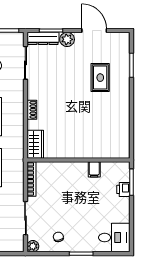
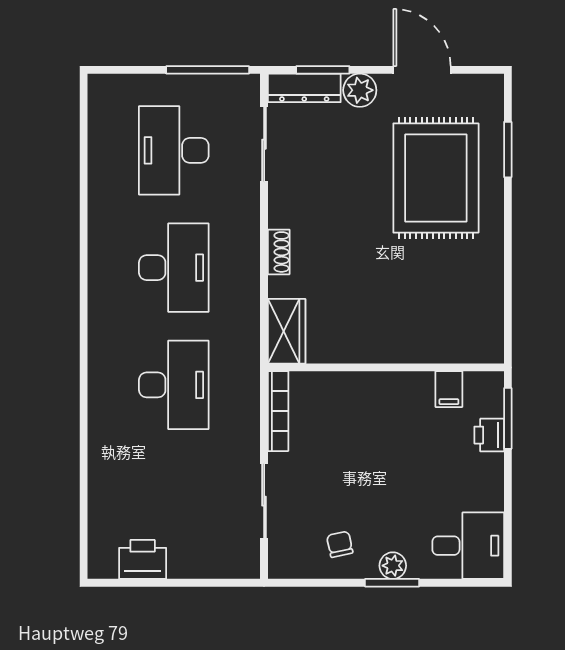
rug: (100, 78) -> (436, 178), width x1.86, depth x2.06
filing cabinet: (94, 169) -> (449, 389), moved
plant: (33, 246) -> (393, 566), moved

